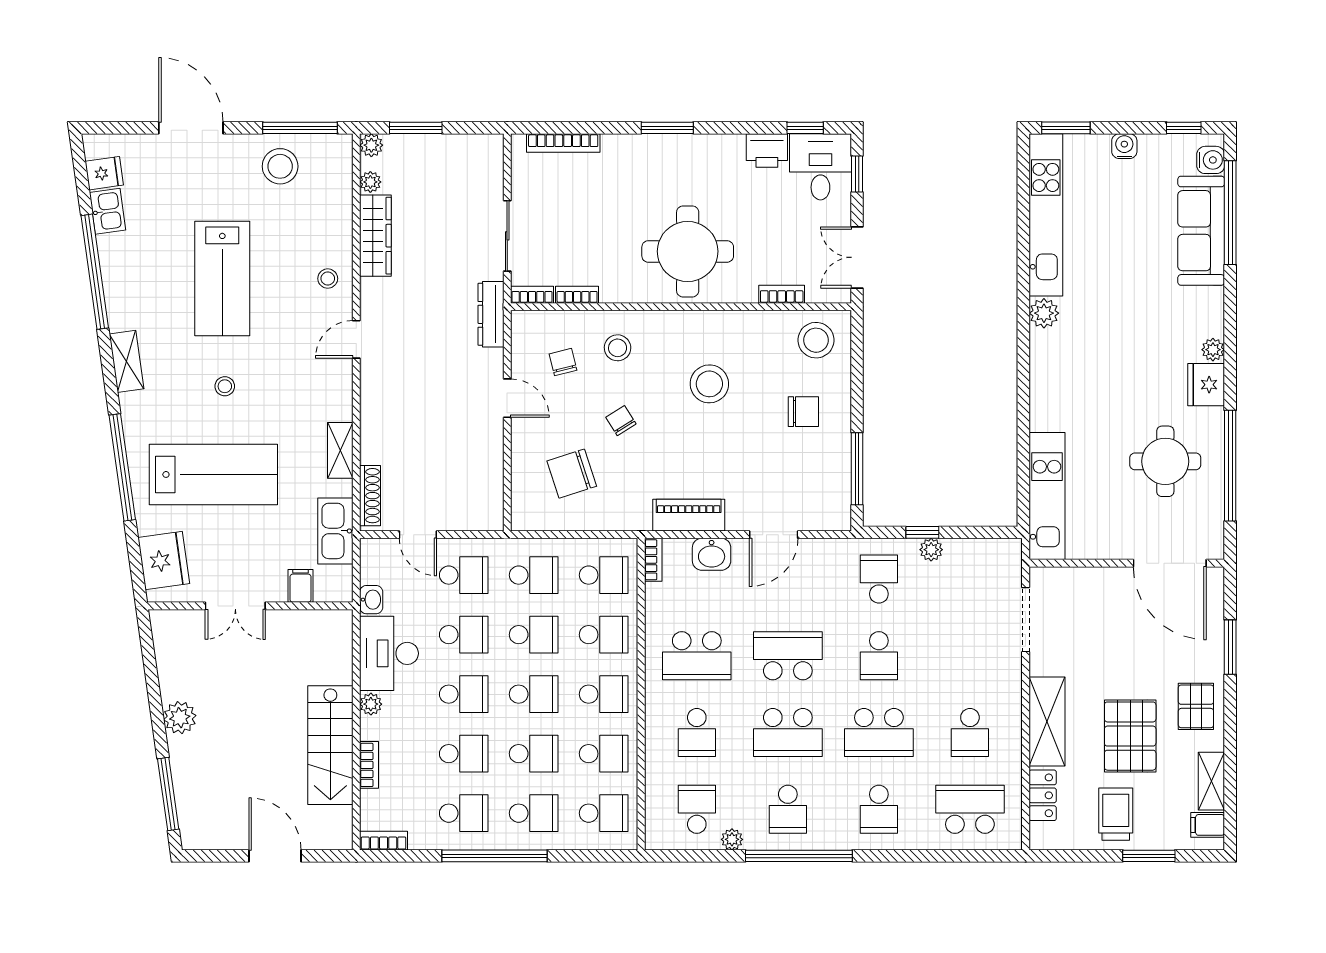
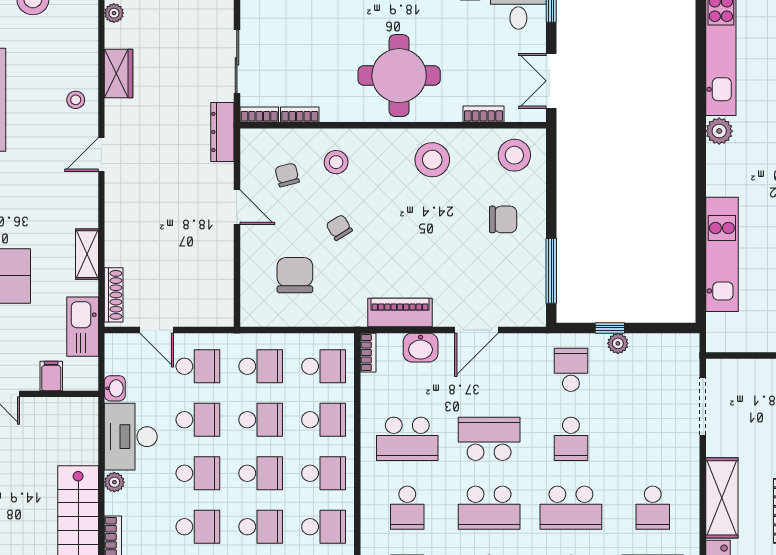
wardrobe: (375, 236) -> (119, 74), width x0.67
stool: (709, 384) -> (432, 160), moved
chair: (572, 474) -> (295, 275), turned 108
kitchen unit: (1047, 496) -> (722, 254), moved

